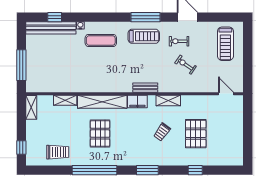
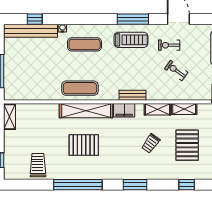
exercise mat: (97, 81) -> (80, 88), added
shelving: (65, 100) -> (184, 109), moved
pallet: (100, 134) -> (84, 145), turned 90
trolley: (58, 152) -> (38, 165), turned -90

